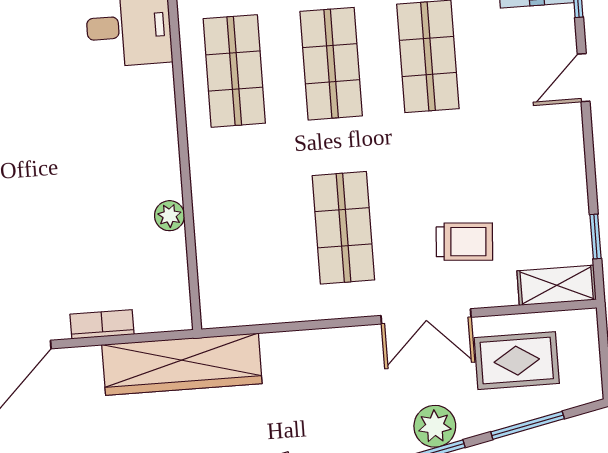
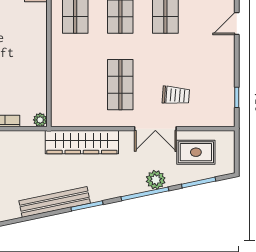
plant: (170, 216) -> (40, 120), moved
shelving: (557, 285) -> (217, 119), removed
wardrobe: (182, 364) -> (82, 142), moved

